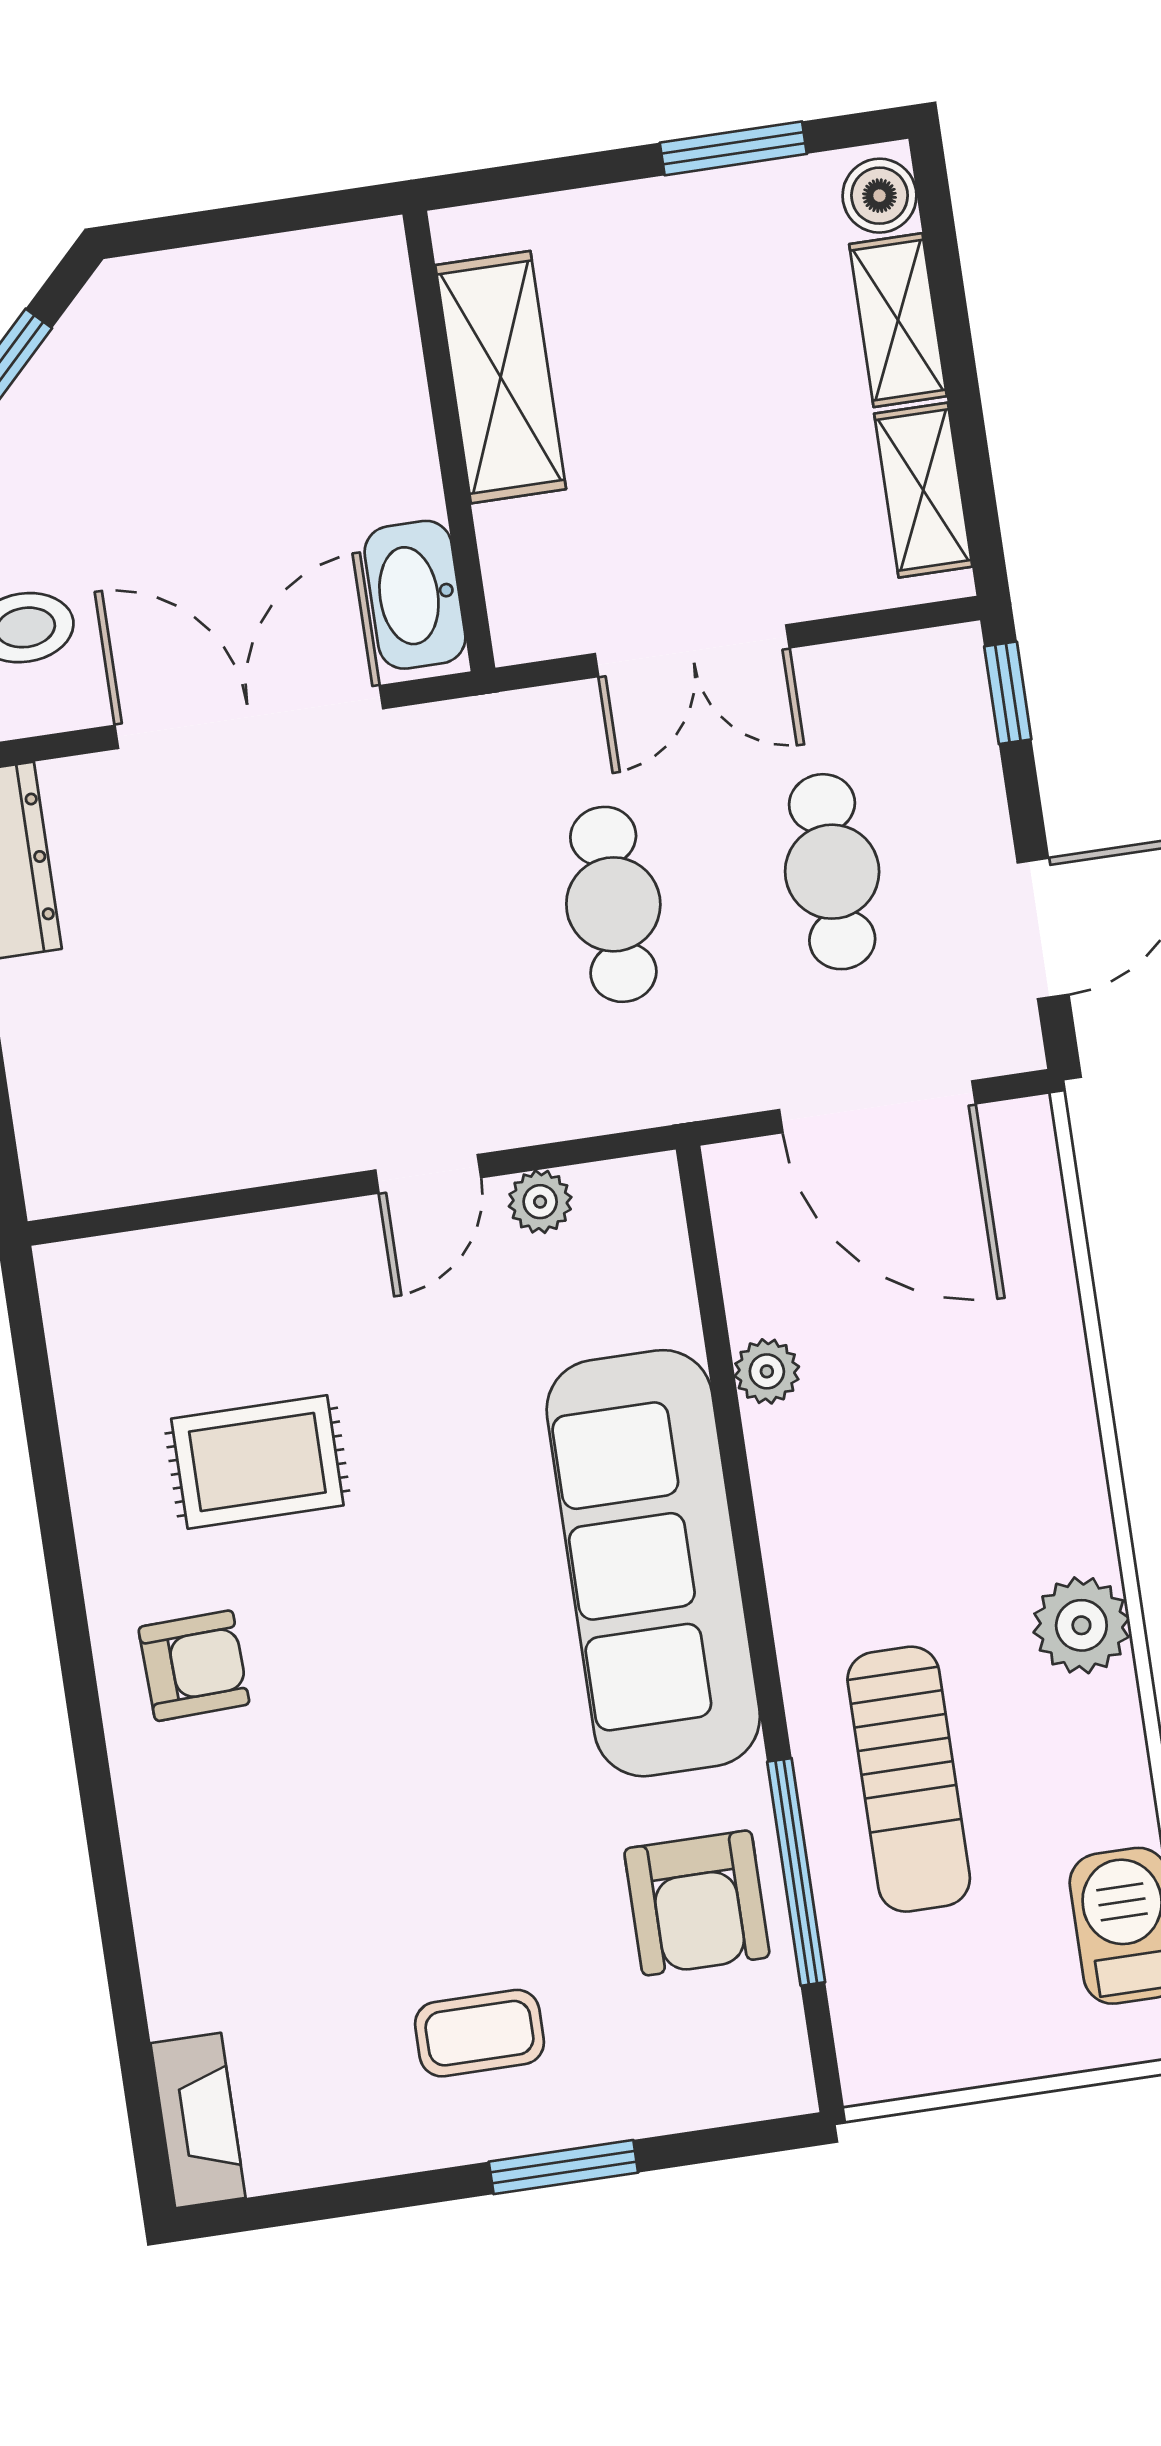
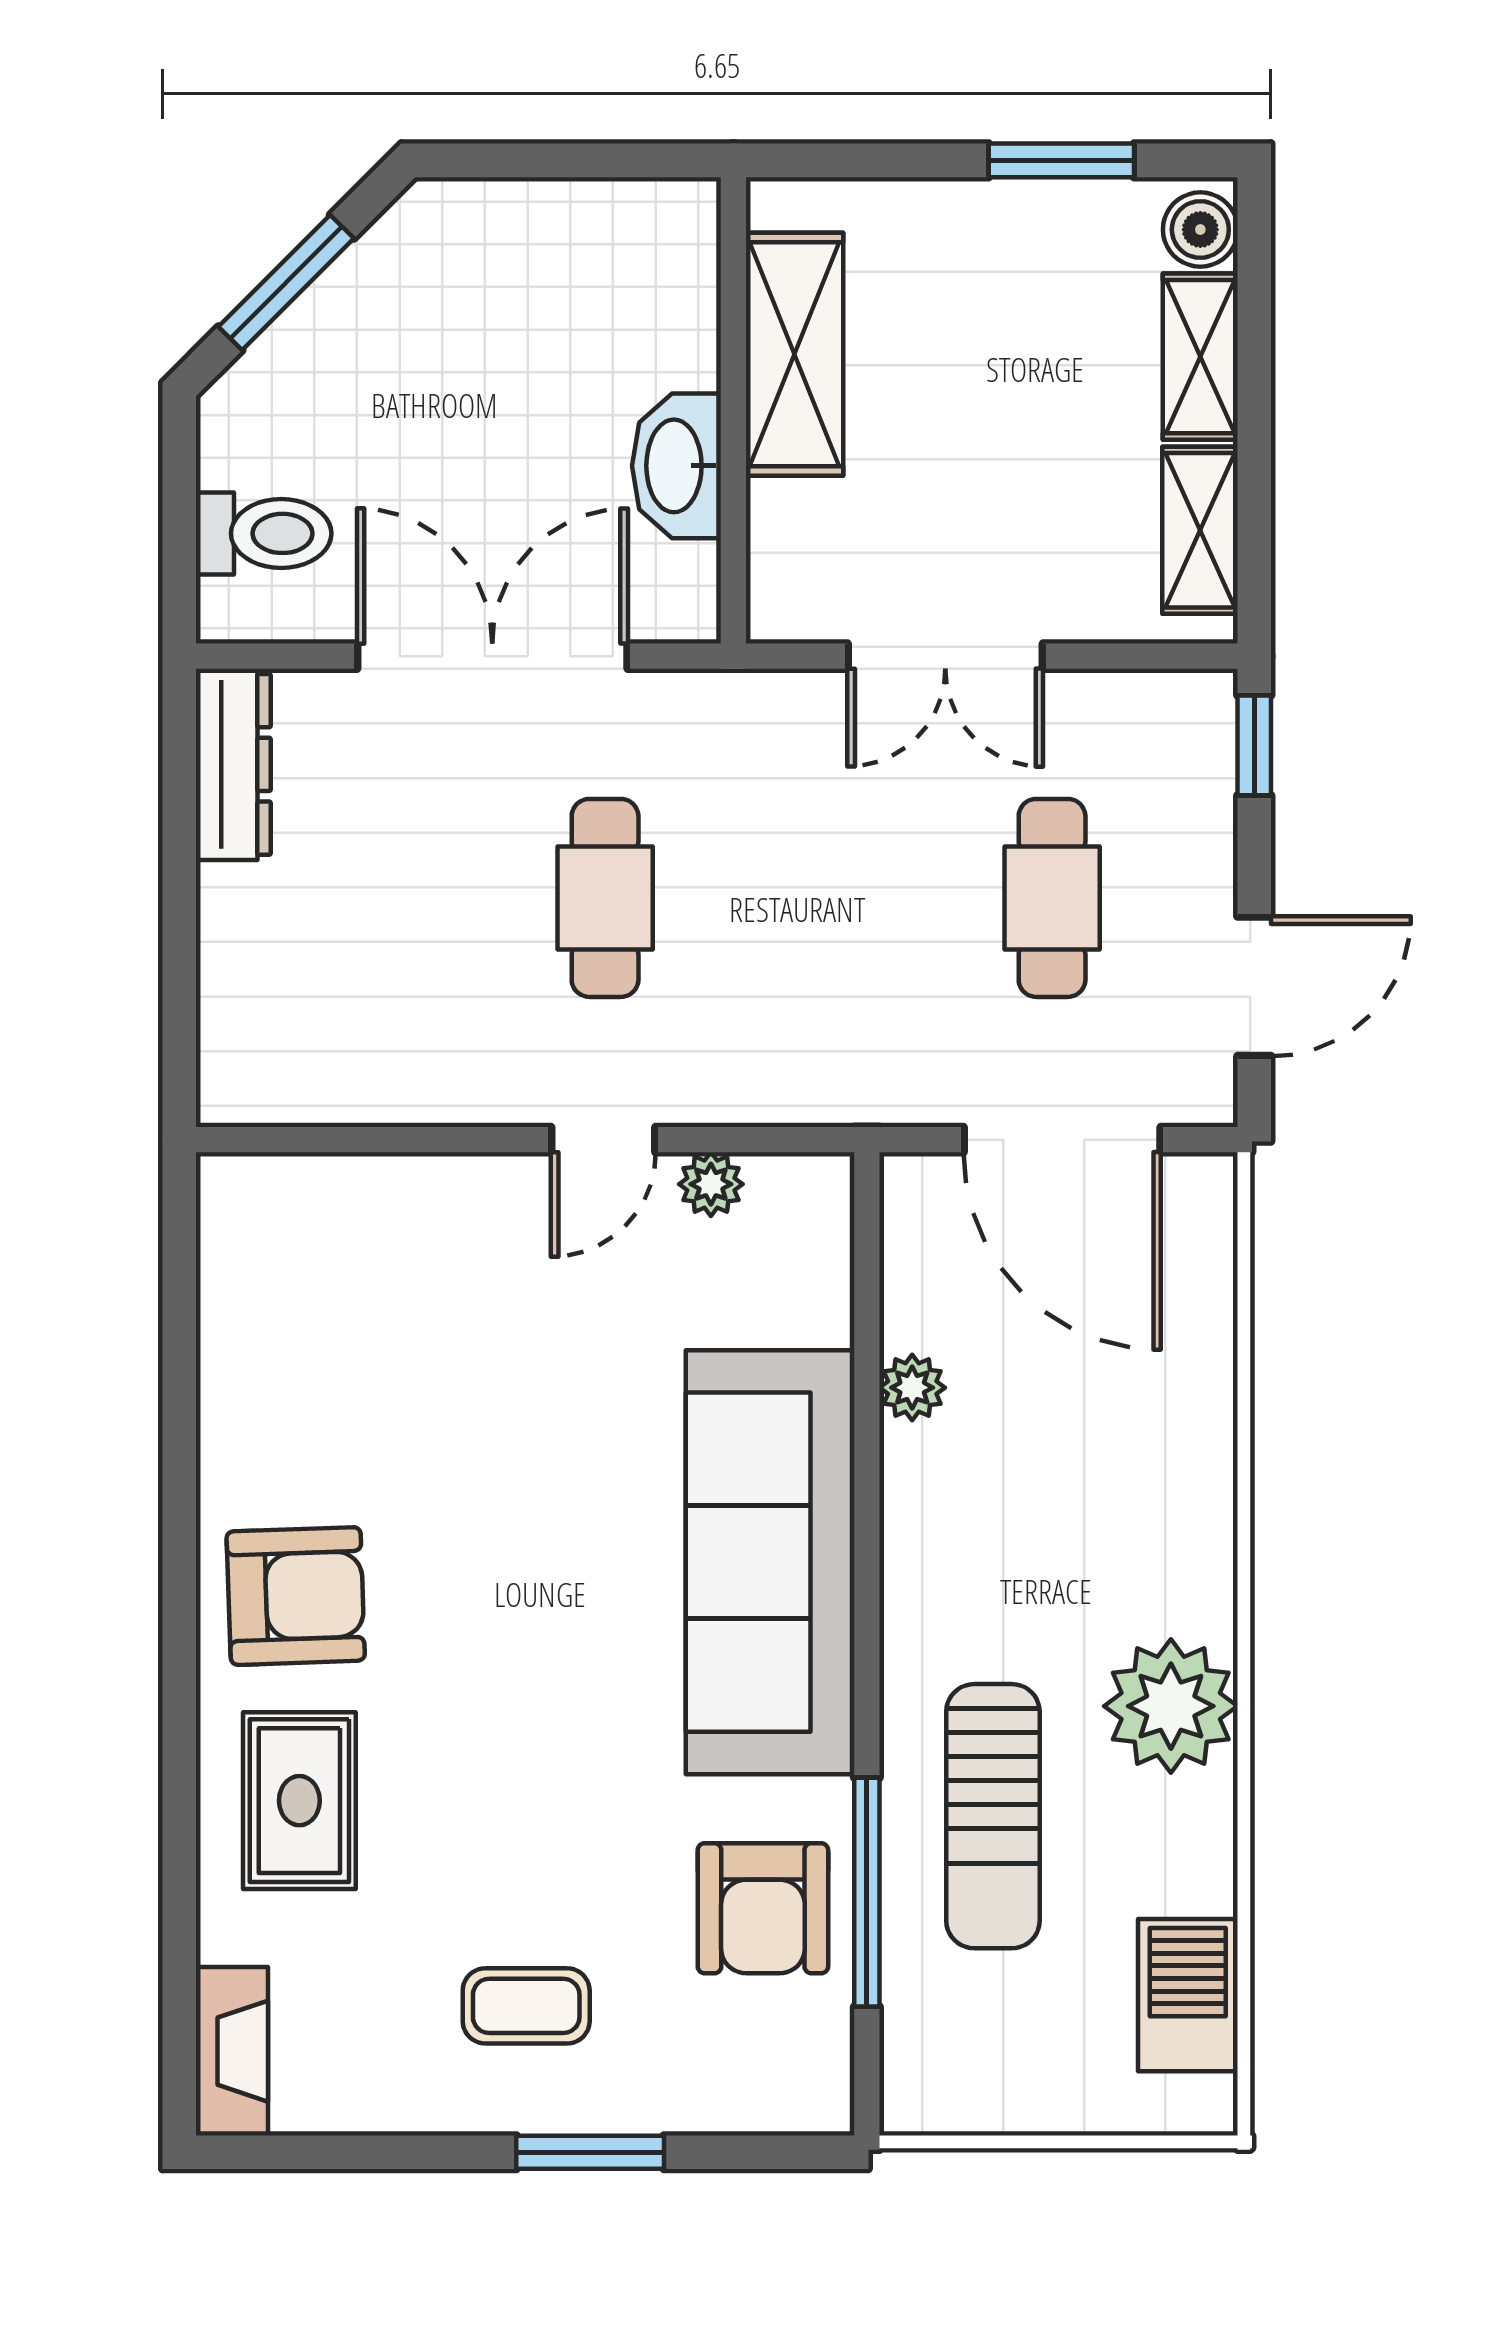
washbasin: (415, 595) -> (677, 466), moved
cafe table: (613, 904) -> (605, 898), moved
rug: (257, 1462) -> (299, 1801), moved, turned 90
plant: (1081, 1625) -> (1171, 1706), width x1.36, depth x1.36
armchair: (194, 1666) -> (296, 1596), width x1.38, depth x1.38

